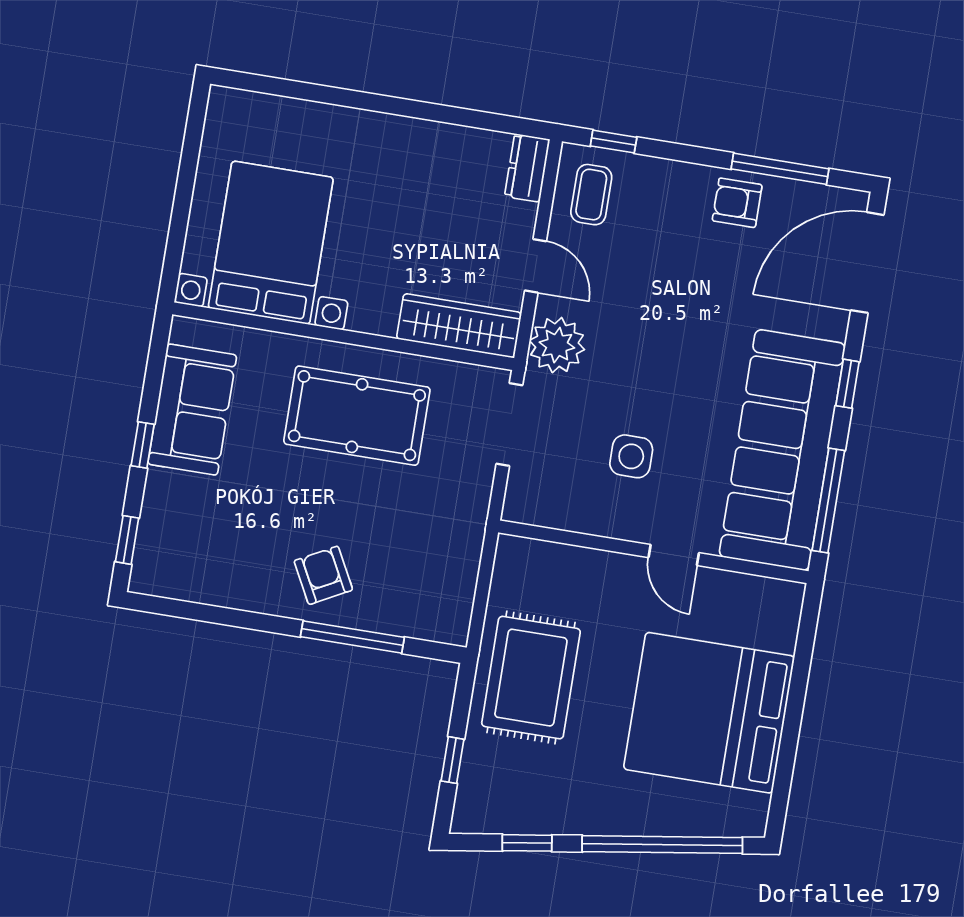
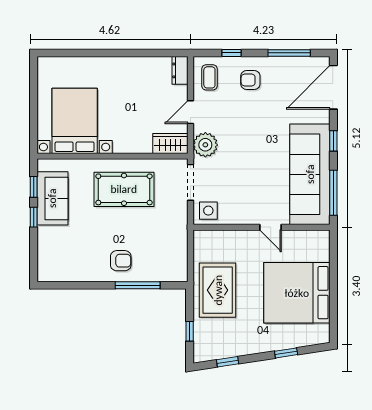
window: (614, 142) -> (232, 53), moved
armchair: (737, 203) -> (250, 80), moved
door: (535, 266) -> (190, 112), swing flipped
wardrobe: (459, 326) -> (170, 143), width x0.67
side table: (631, 456) -> (208, 211), moved
window: (127, 540) -> (34, 187), moved
armchair: (323, 575) -> (121, 261), turned 118
window: (662, 845) -> (286, 353), width x0.32

